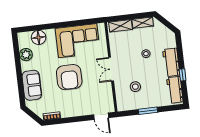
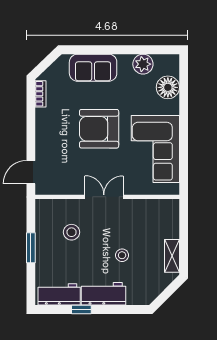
shelving: (120, 26) -> (171, 220), removed

